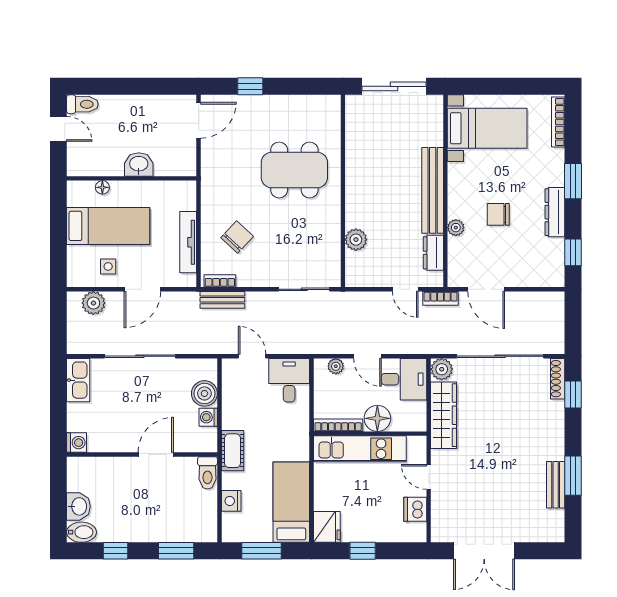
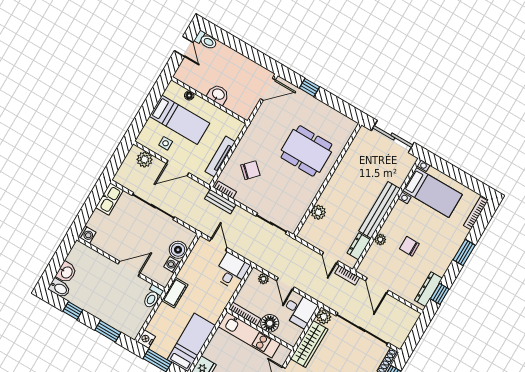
dresser: (555, 212) -> (428, 289), moved
nightstand: (231, 501) -> (146, 339), moved

